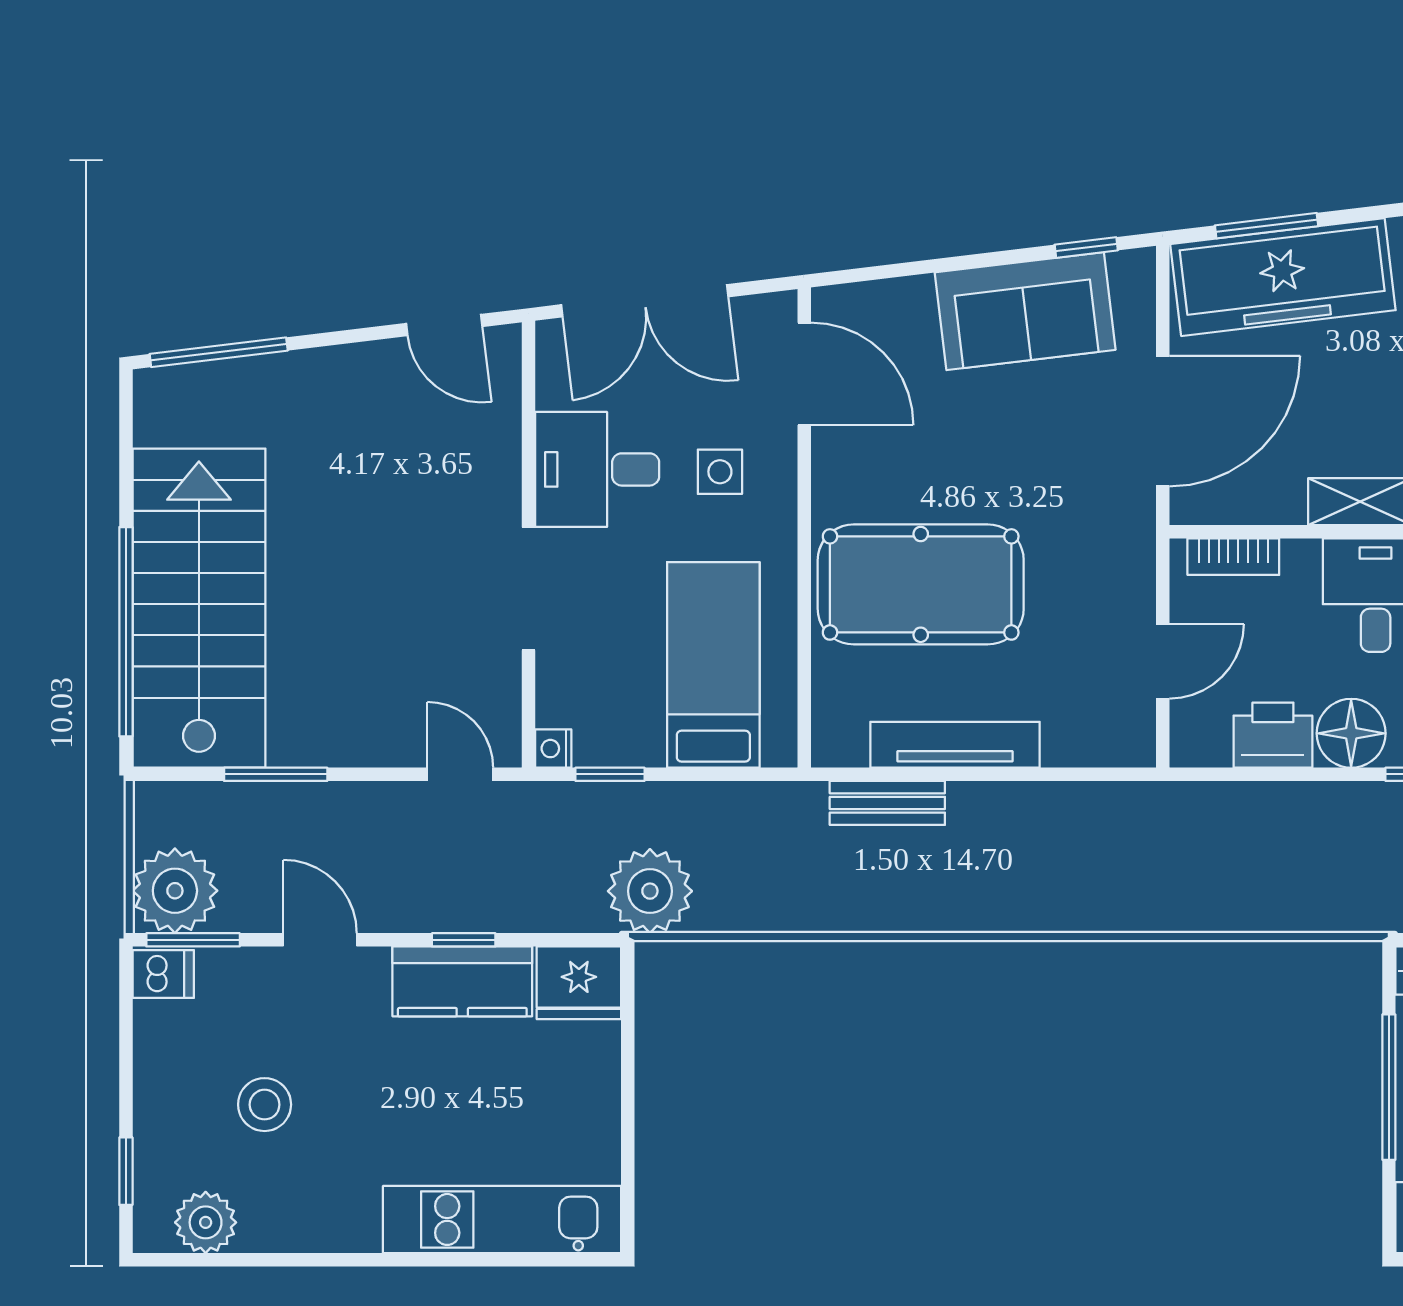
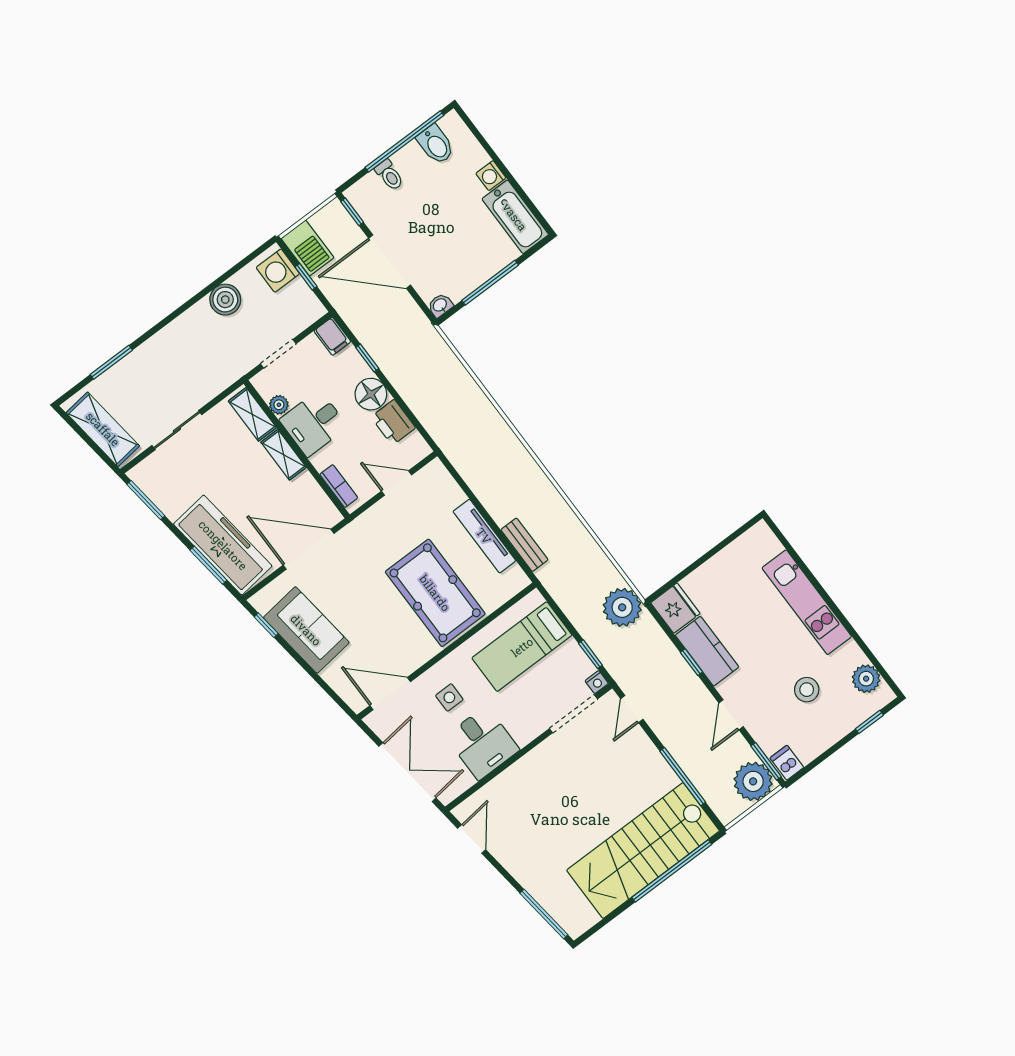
door: (804, 374) -> (390, 694), hinge flipped
doorway: (528, 589) -> (573, 714), moved
window: (276, 774) -> (683, 777), width x1.44
kitchen unit: (502, 1219) -> (807, 602), moved

